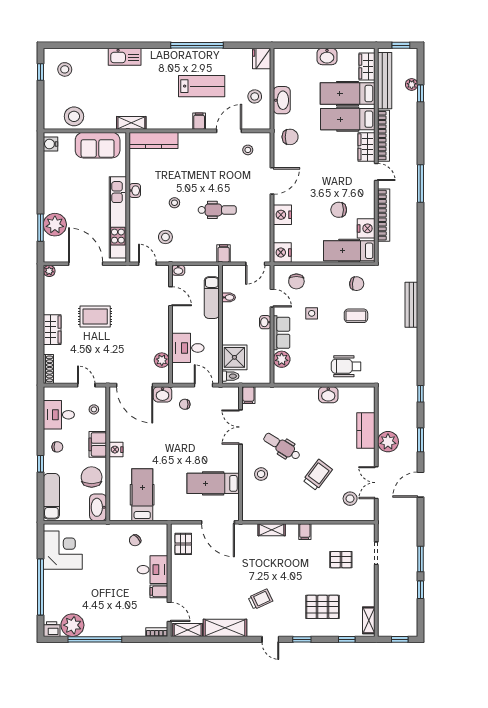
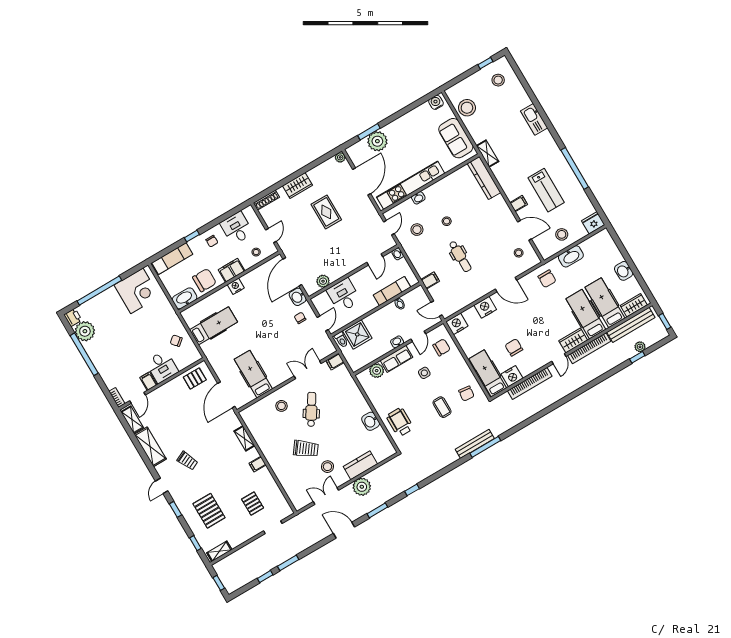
window: (420, 184) -> (485, 447), moved
washbasin: (135, 191) -> (418, 198), moved
chair: (296, 281) -> (441, 347), turned 180
stool: (350, 499) -> (327, 467), moved

